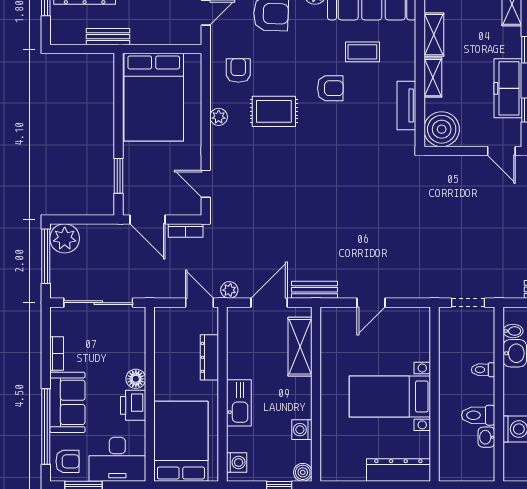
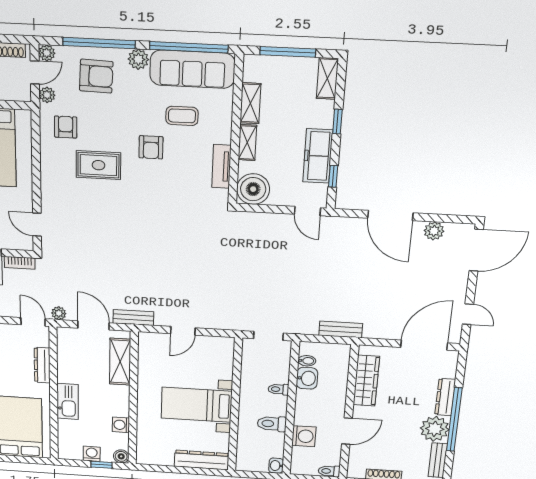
armchair: (330, 88) -> (151, 147), turned 90
plant: (219, 117) -> (47, 95), moved
door: (269, 303) -> (94, 325), hinge flipped
washbasin: (486, 437) -> (276, 466), moved
washing machine: (237, 462) -> (92, 454), moved, turned -90

